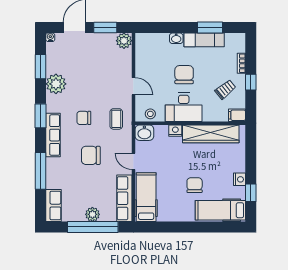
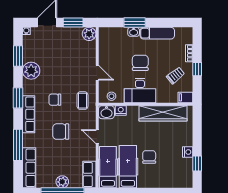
window: (210, 27) -> (135, 23), moved
nightstand: (175, 131) -> (121, 110), moved
row of seats: (124, 198) -> (89, 175), width x0.68
row of seats: (54, 206) -> (29, 168), width x1.48
hospital bed: (220, 210) -> (128, 167), moved, turned 90

